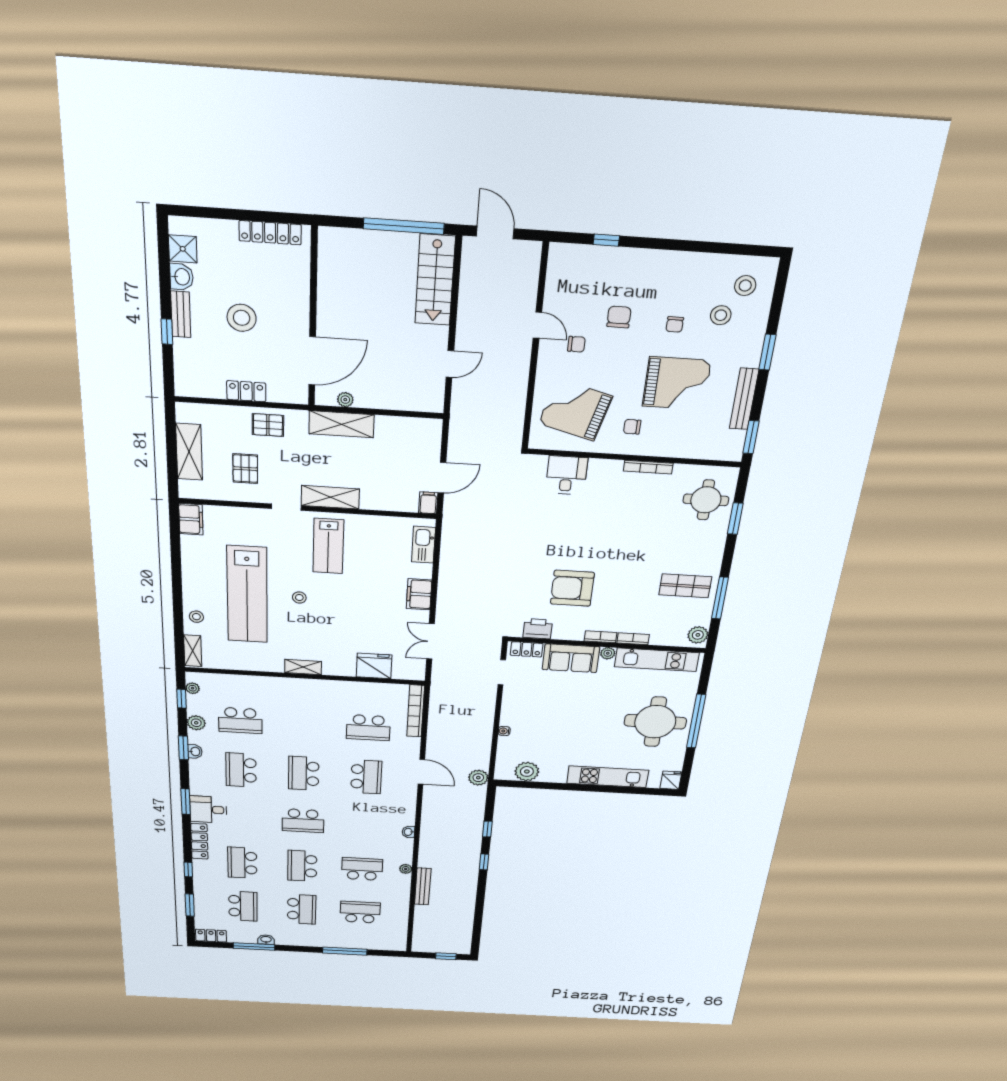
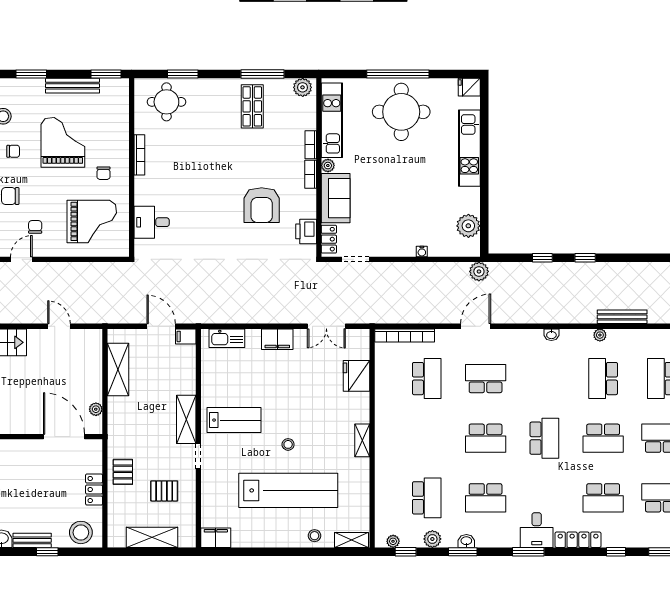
stool: (242, 318) -> (81, 532), moved
grand piano: (575, 410) -> (92, 221), turned -105
shelving: (341, 424) -> (118, 369), moved

